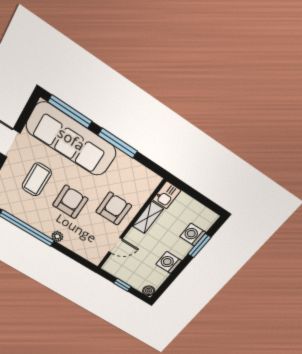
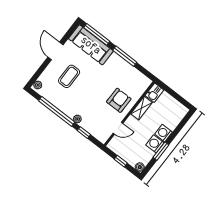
sofa: (71, 139) -> (91, 45), width x0.74, depth x0.79
armchair: (70, 202) -> (90, 94), removed
washing machine: (193, 235) -> (164, 133), moved
window: (199, 246) -> (161, 151), moved
window: (69, 253) -> (84, 133), added

